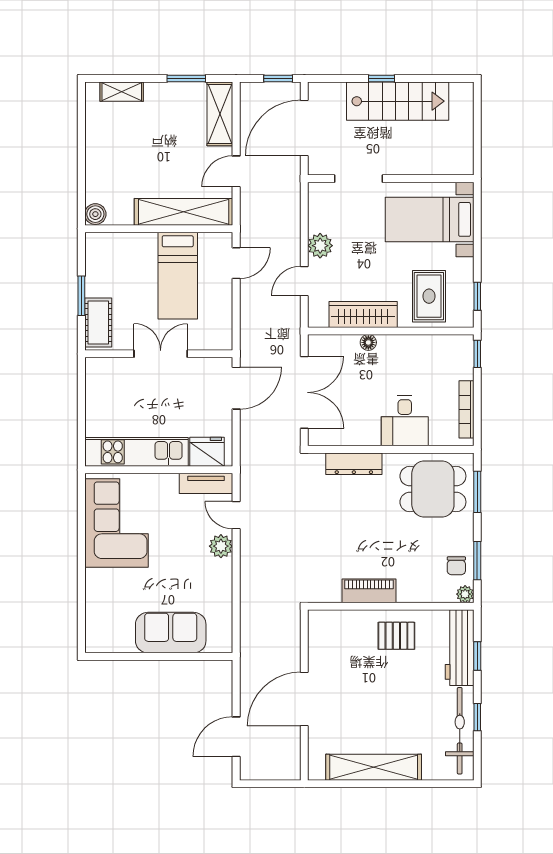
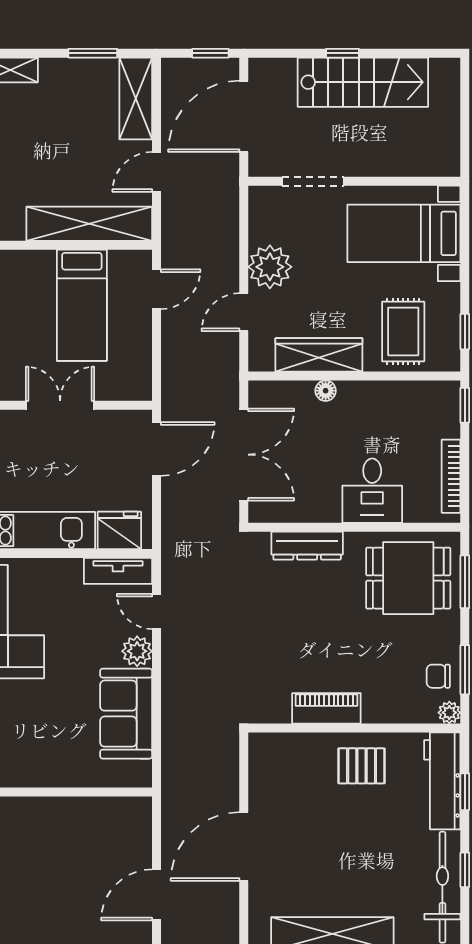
plant: (320, 246) -> (270, 267), width x1.36, depth x1.36
chair: (456, 566) -> (438, 676), turned 90
sofa: (171, 633) -> (126, 714), moved, turned -90

